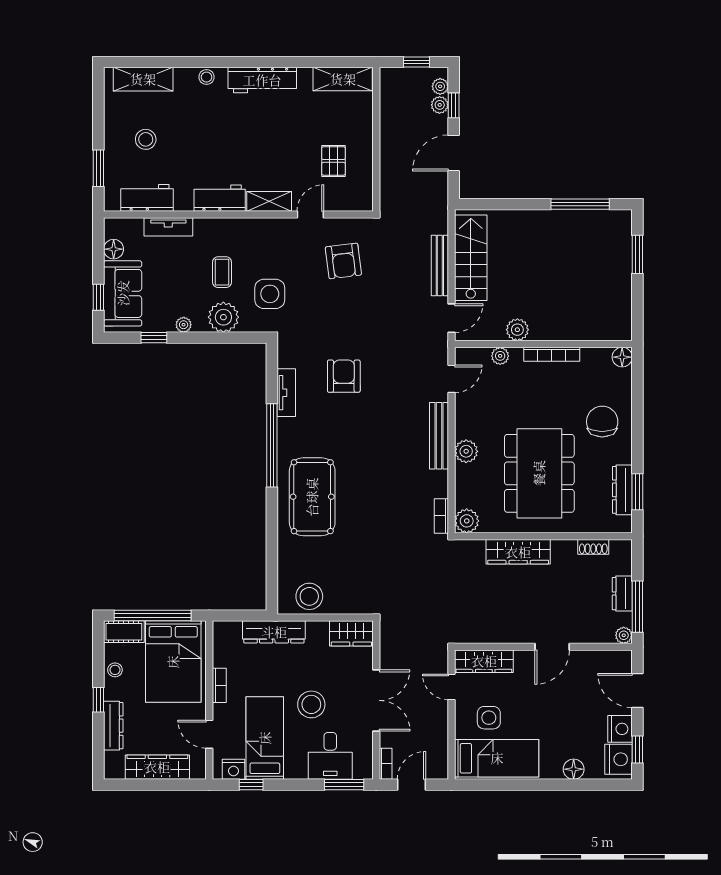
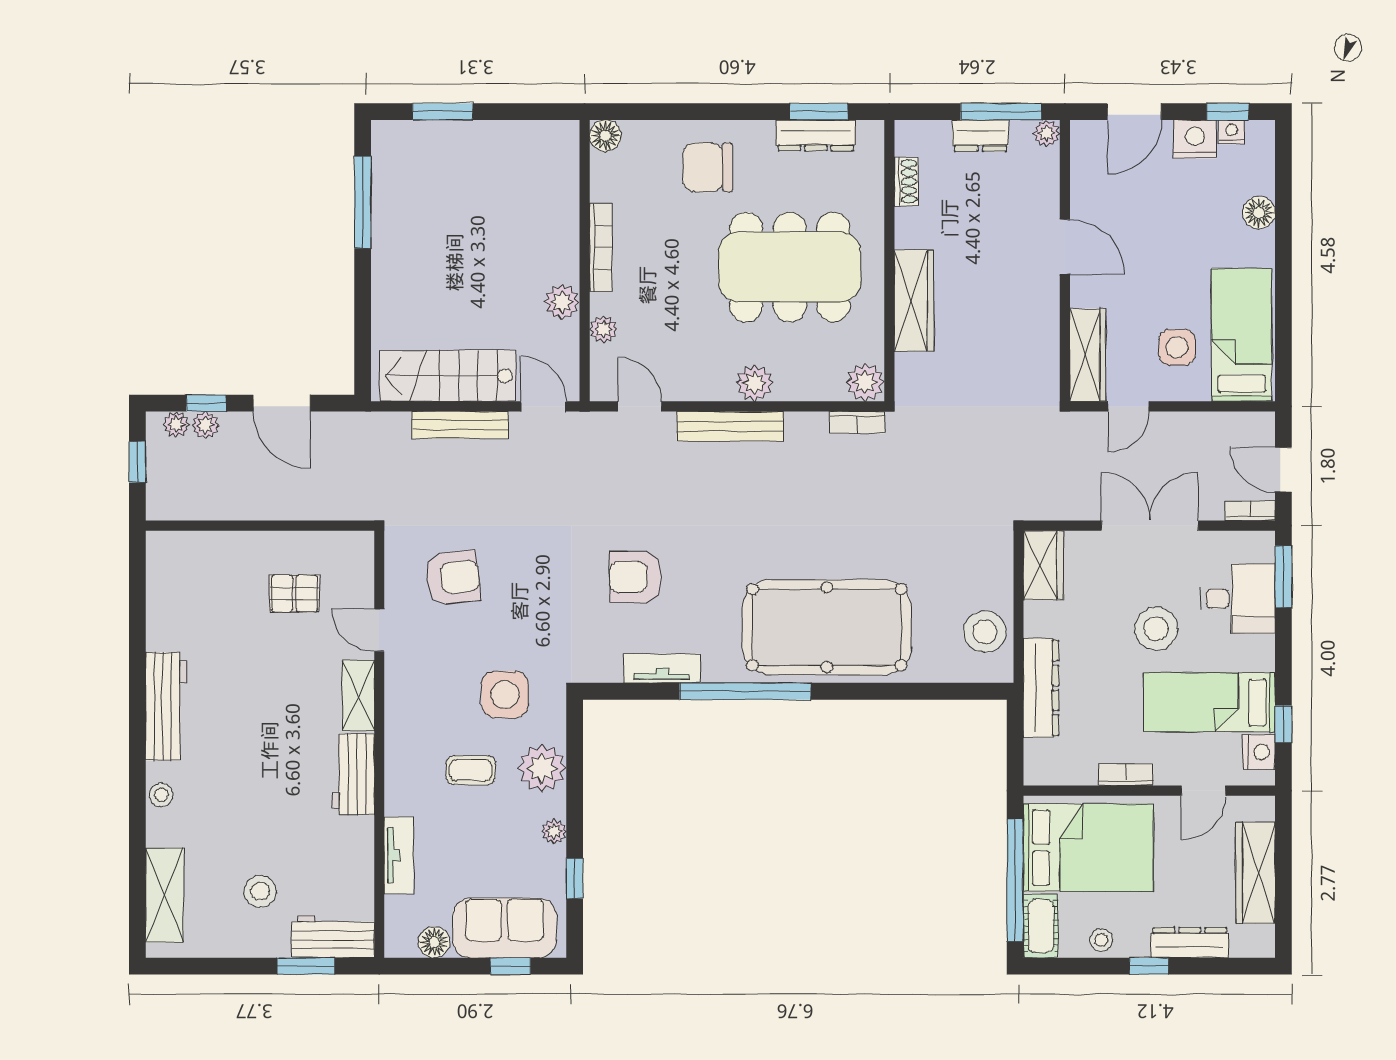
shelving: (343, 79) -> (164, 579), removed
workbench: (147, 198) -> (333, 936), moved, turned 90
pool table: (312, 497) -> (827, 627), width x1.36, depth x1.32
nightstand: (619, 759) -> (1232, 132), width x0.53, depth x0.56

